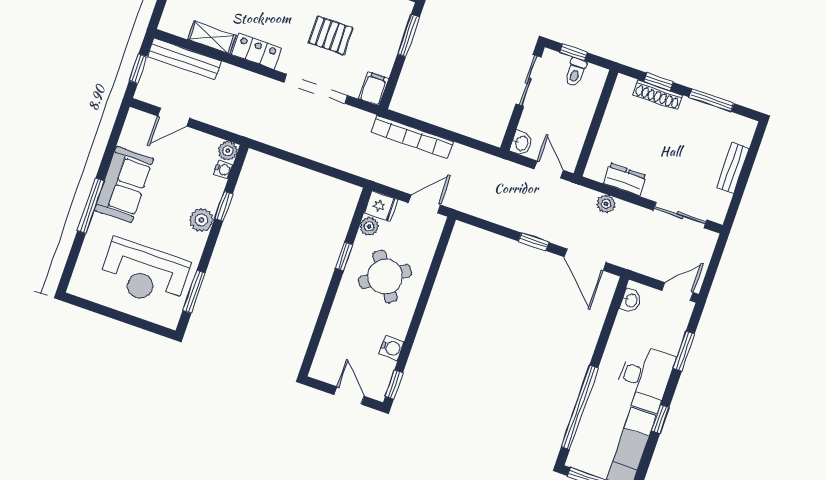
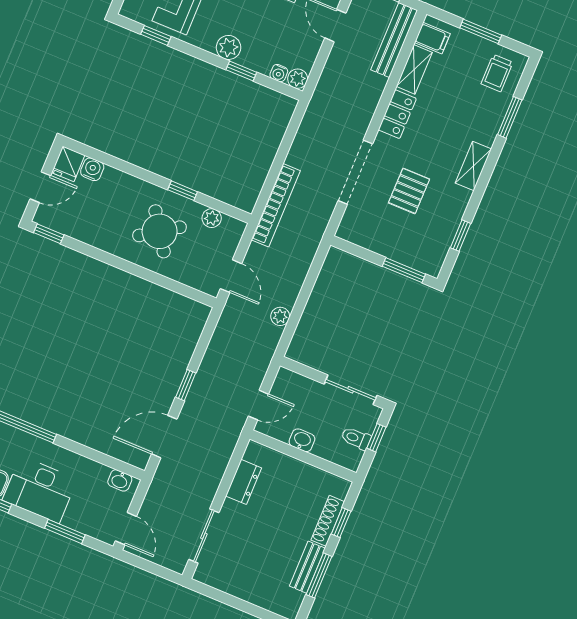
filing cabinet: (374, 89) -> (432, 38), moved
bookcase: (412, 137) -> (276, 205), moved, turned 180
washbasin: (521, 143) -> (302, 440), moved, turned 180
bench: (733, 168) -> (307, 567), moved, turned 90
plant: (606, 204) -> (280, 316), moved
fridge: (381, 206) -> (68, 164), moved
window: (194, 292) -> (156, 35), width x0.67
water cooler: (391, 348) -> (92, 169), moved, turned 180

